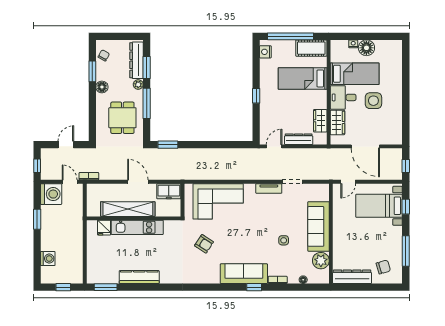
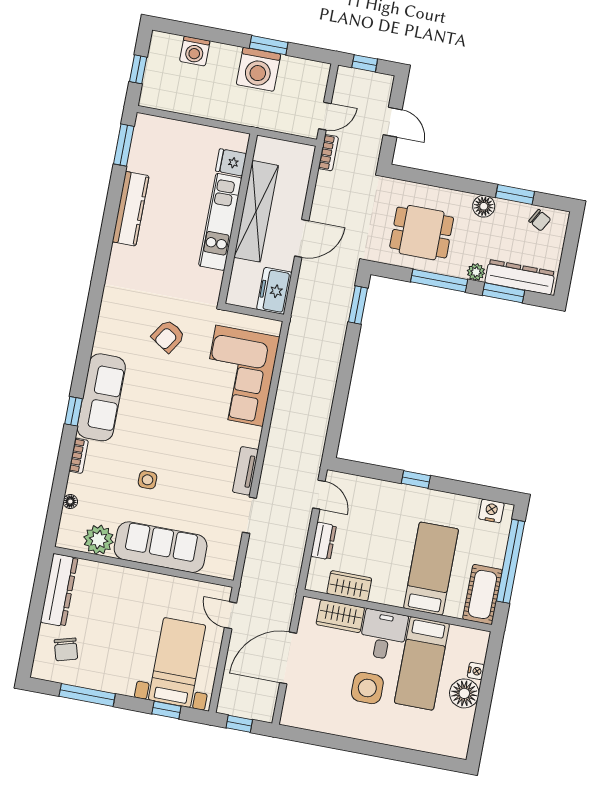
dresser: (299, 139) -> (324, 541), width x0.70
washing machine: (51, 194) -> (258, 69), moved

